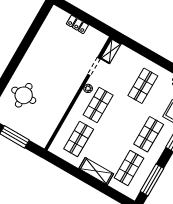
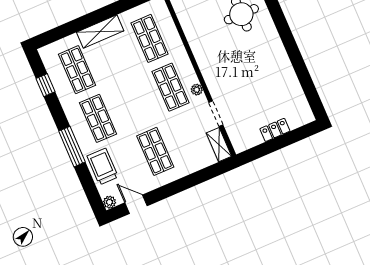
window: (152, 180) -> (46, 85), width x0.46

